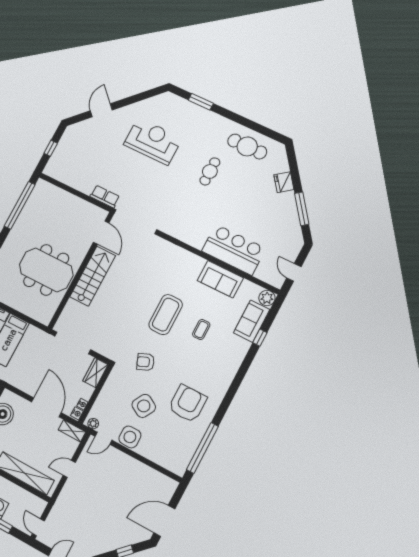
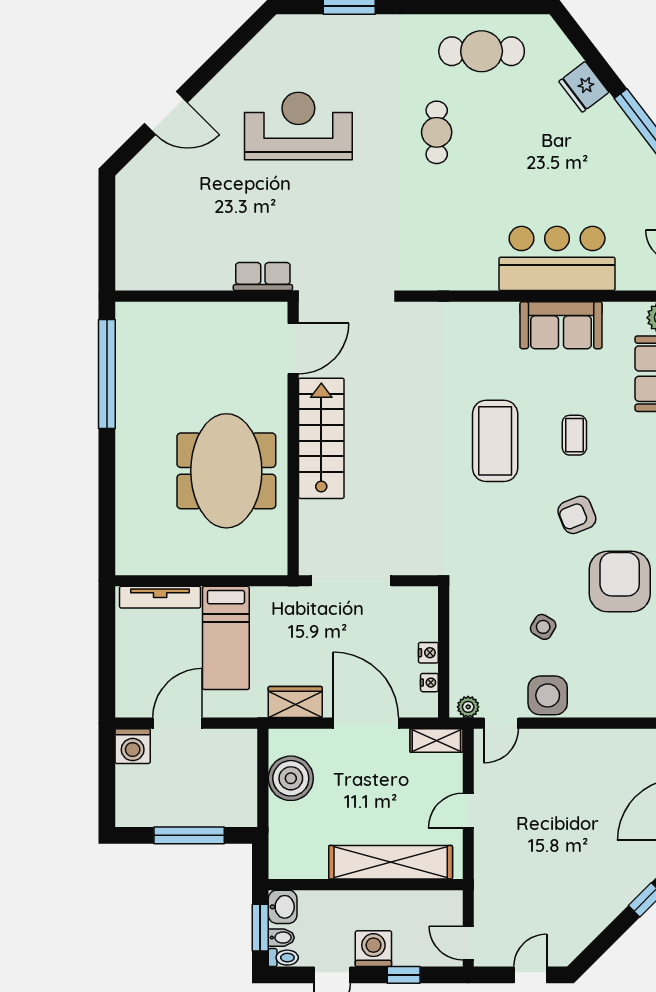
door: (101, 110) -> (166, 113), swing flipped
window: (51, 148) -> (107, 234), removed
door: (101, 233) -> (293, 349), hinge flipped
meeting table: (46, 270) -> (226, 471), turned 90
armchair: (146, 362) -> (577, 515), moved
wardrobe: (95, 373) -> (295, 702), moved, turned 90
side table: (144, 406) -> (543, 627), width x0.54, depth x0.54
nightstand: (77, 413) -> (428, 653), moved

